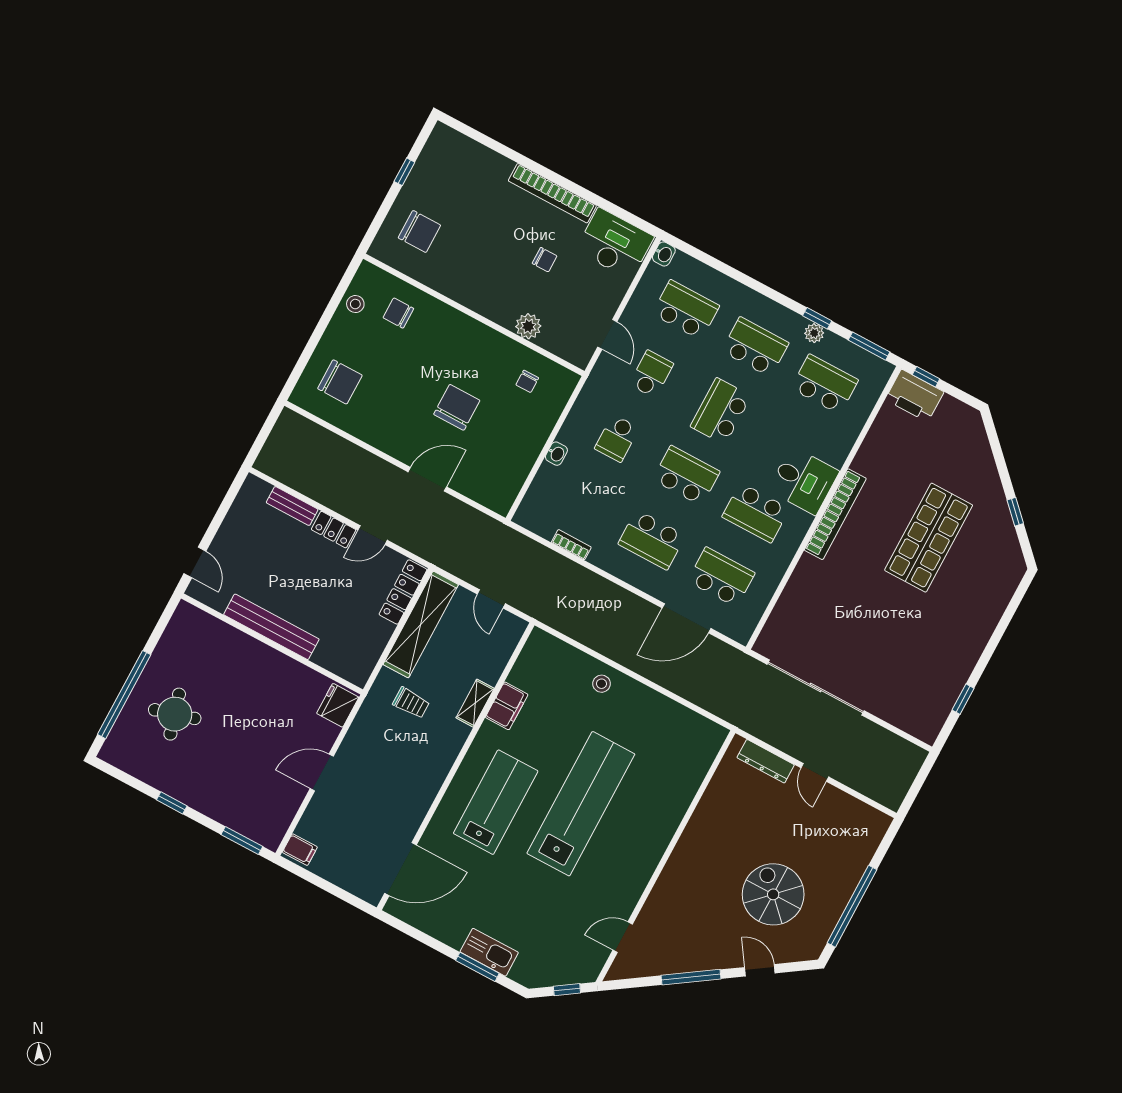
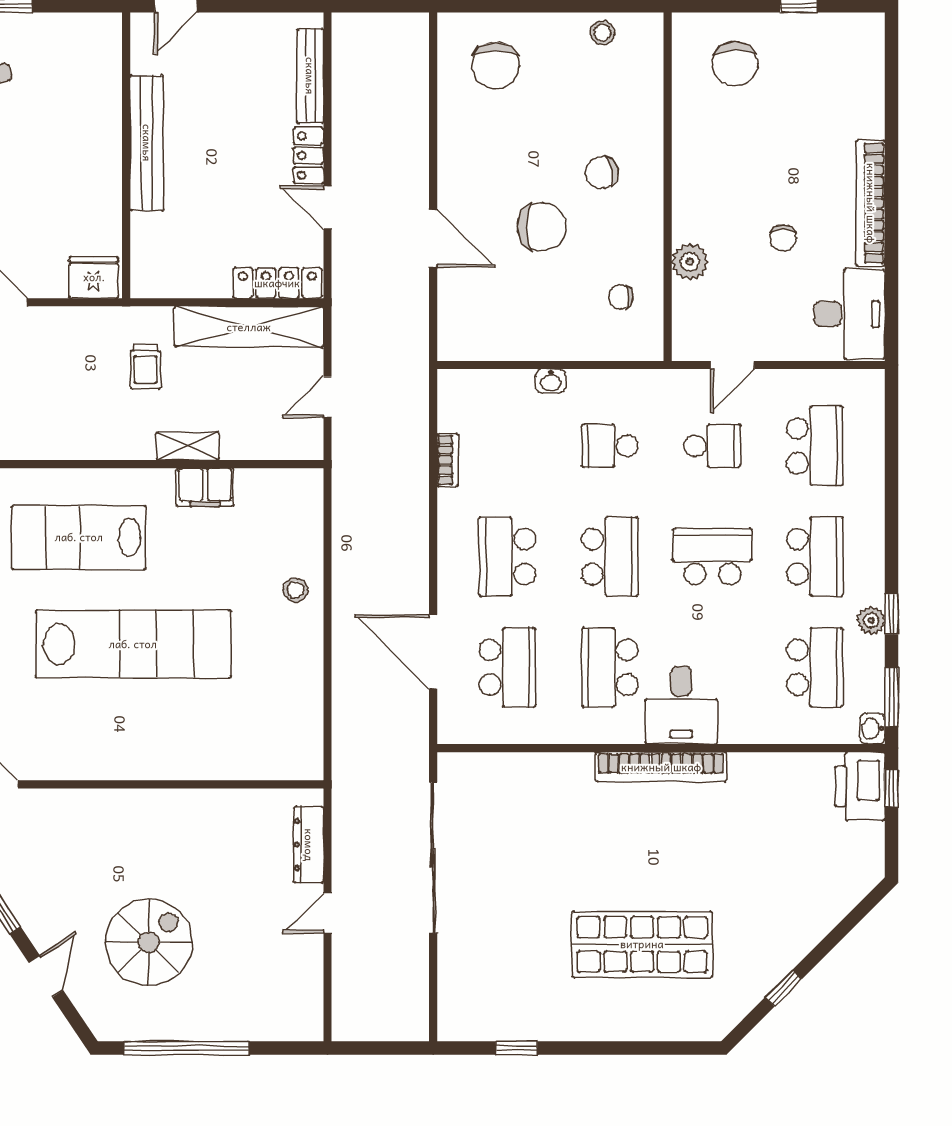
washbasin: (664, 254) -> (872, 729), moved, turned 90
chair: (398, 313) -> (601, 173), moved, turned -103
bench: (292, 506) -> (310, 76), width x1.36
shop shelf: (929, 538) -> (642, 944), moved
lab bench: (496, 802) -> (79, 537), turned 180

